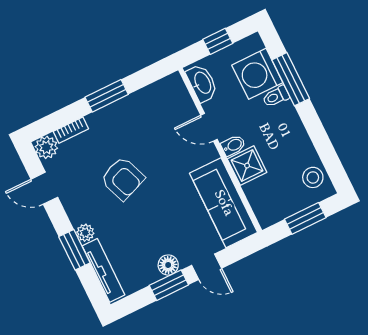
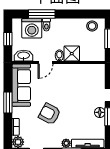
armchair: (123, 178) -> (50, 114), turned -131
sofa: (224, 203) -> (21, 85), moved, turned -90

